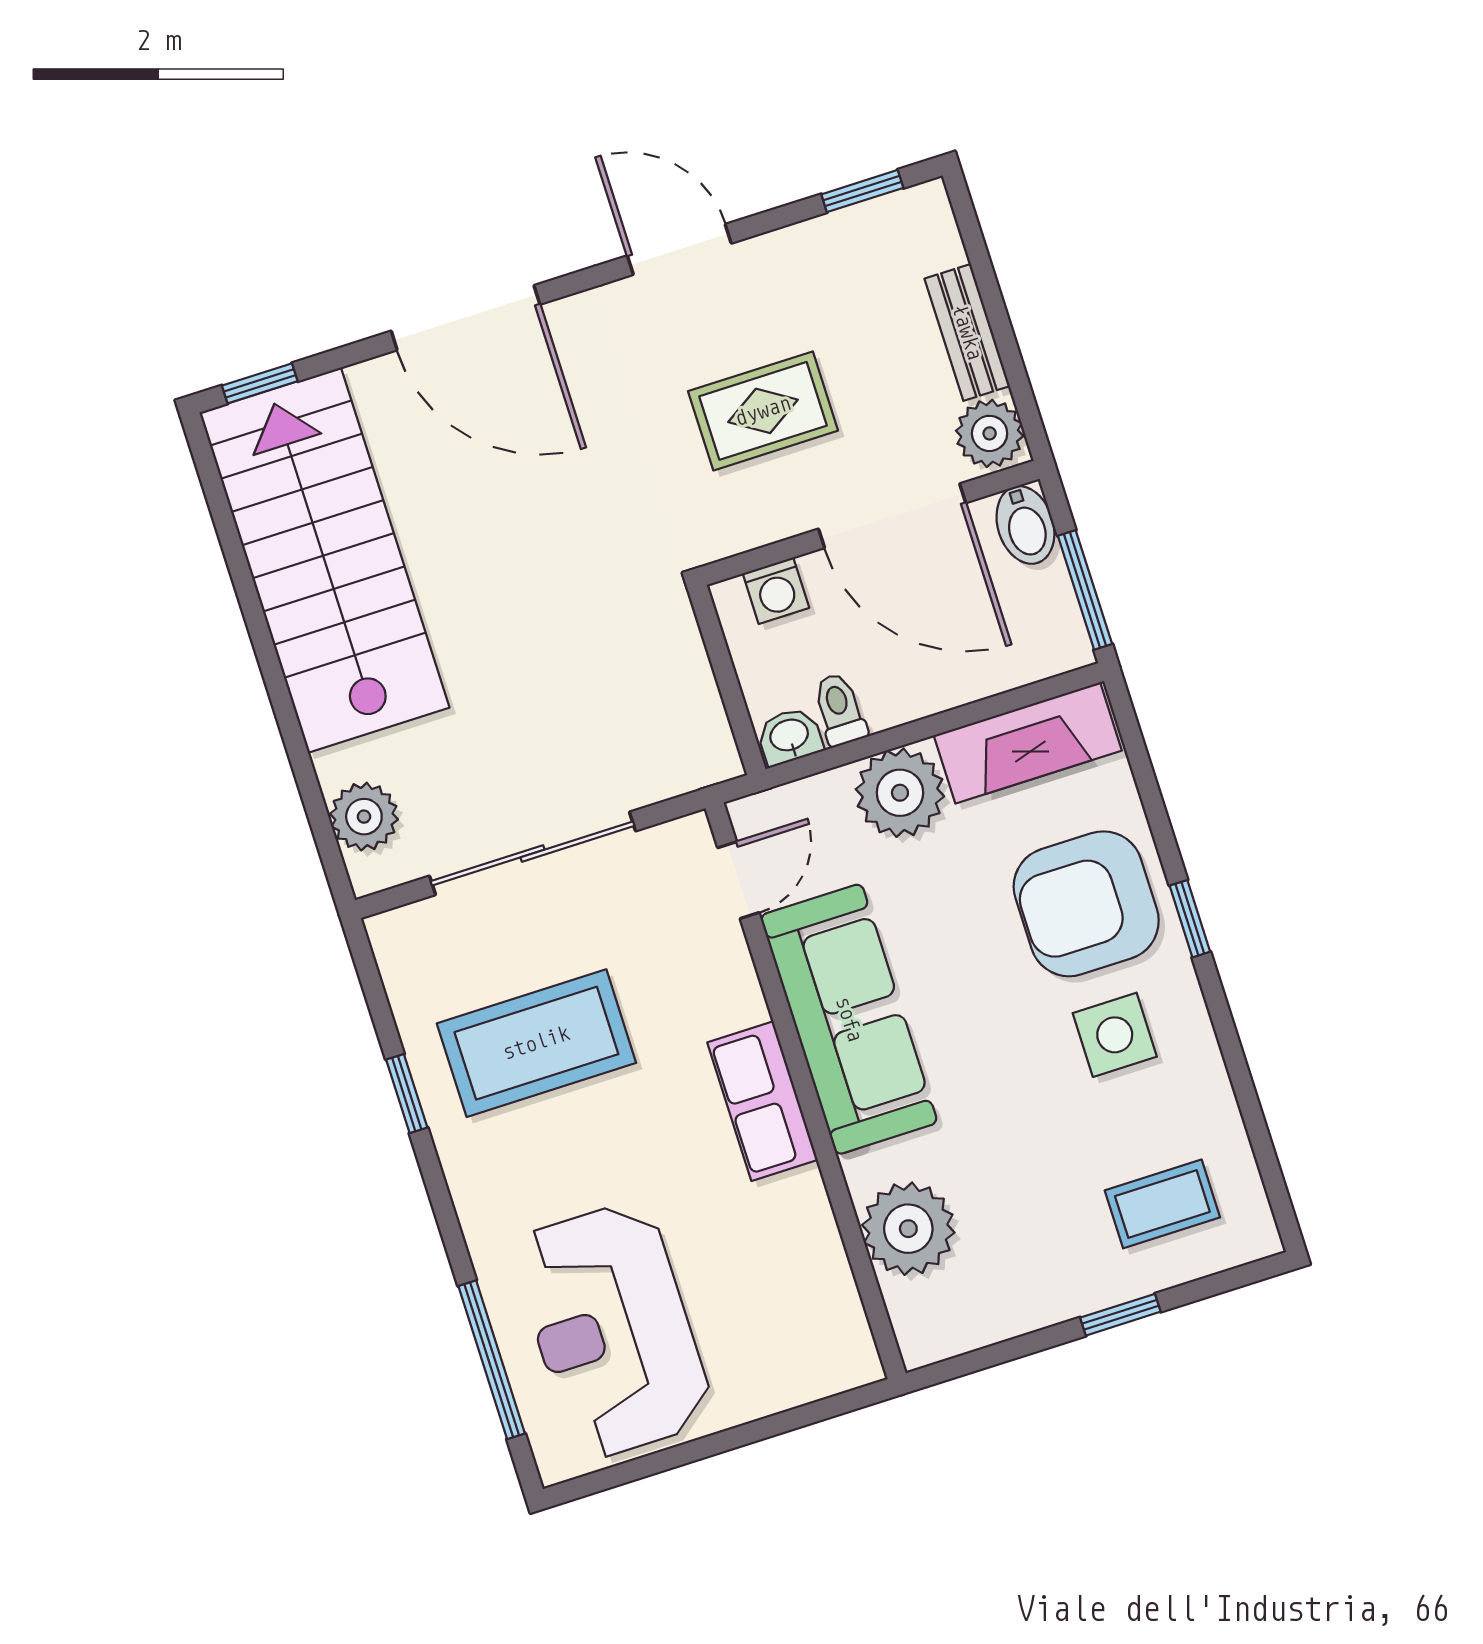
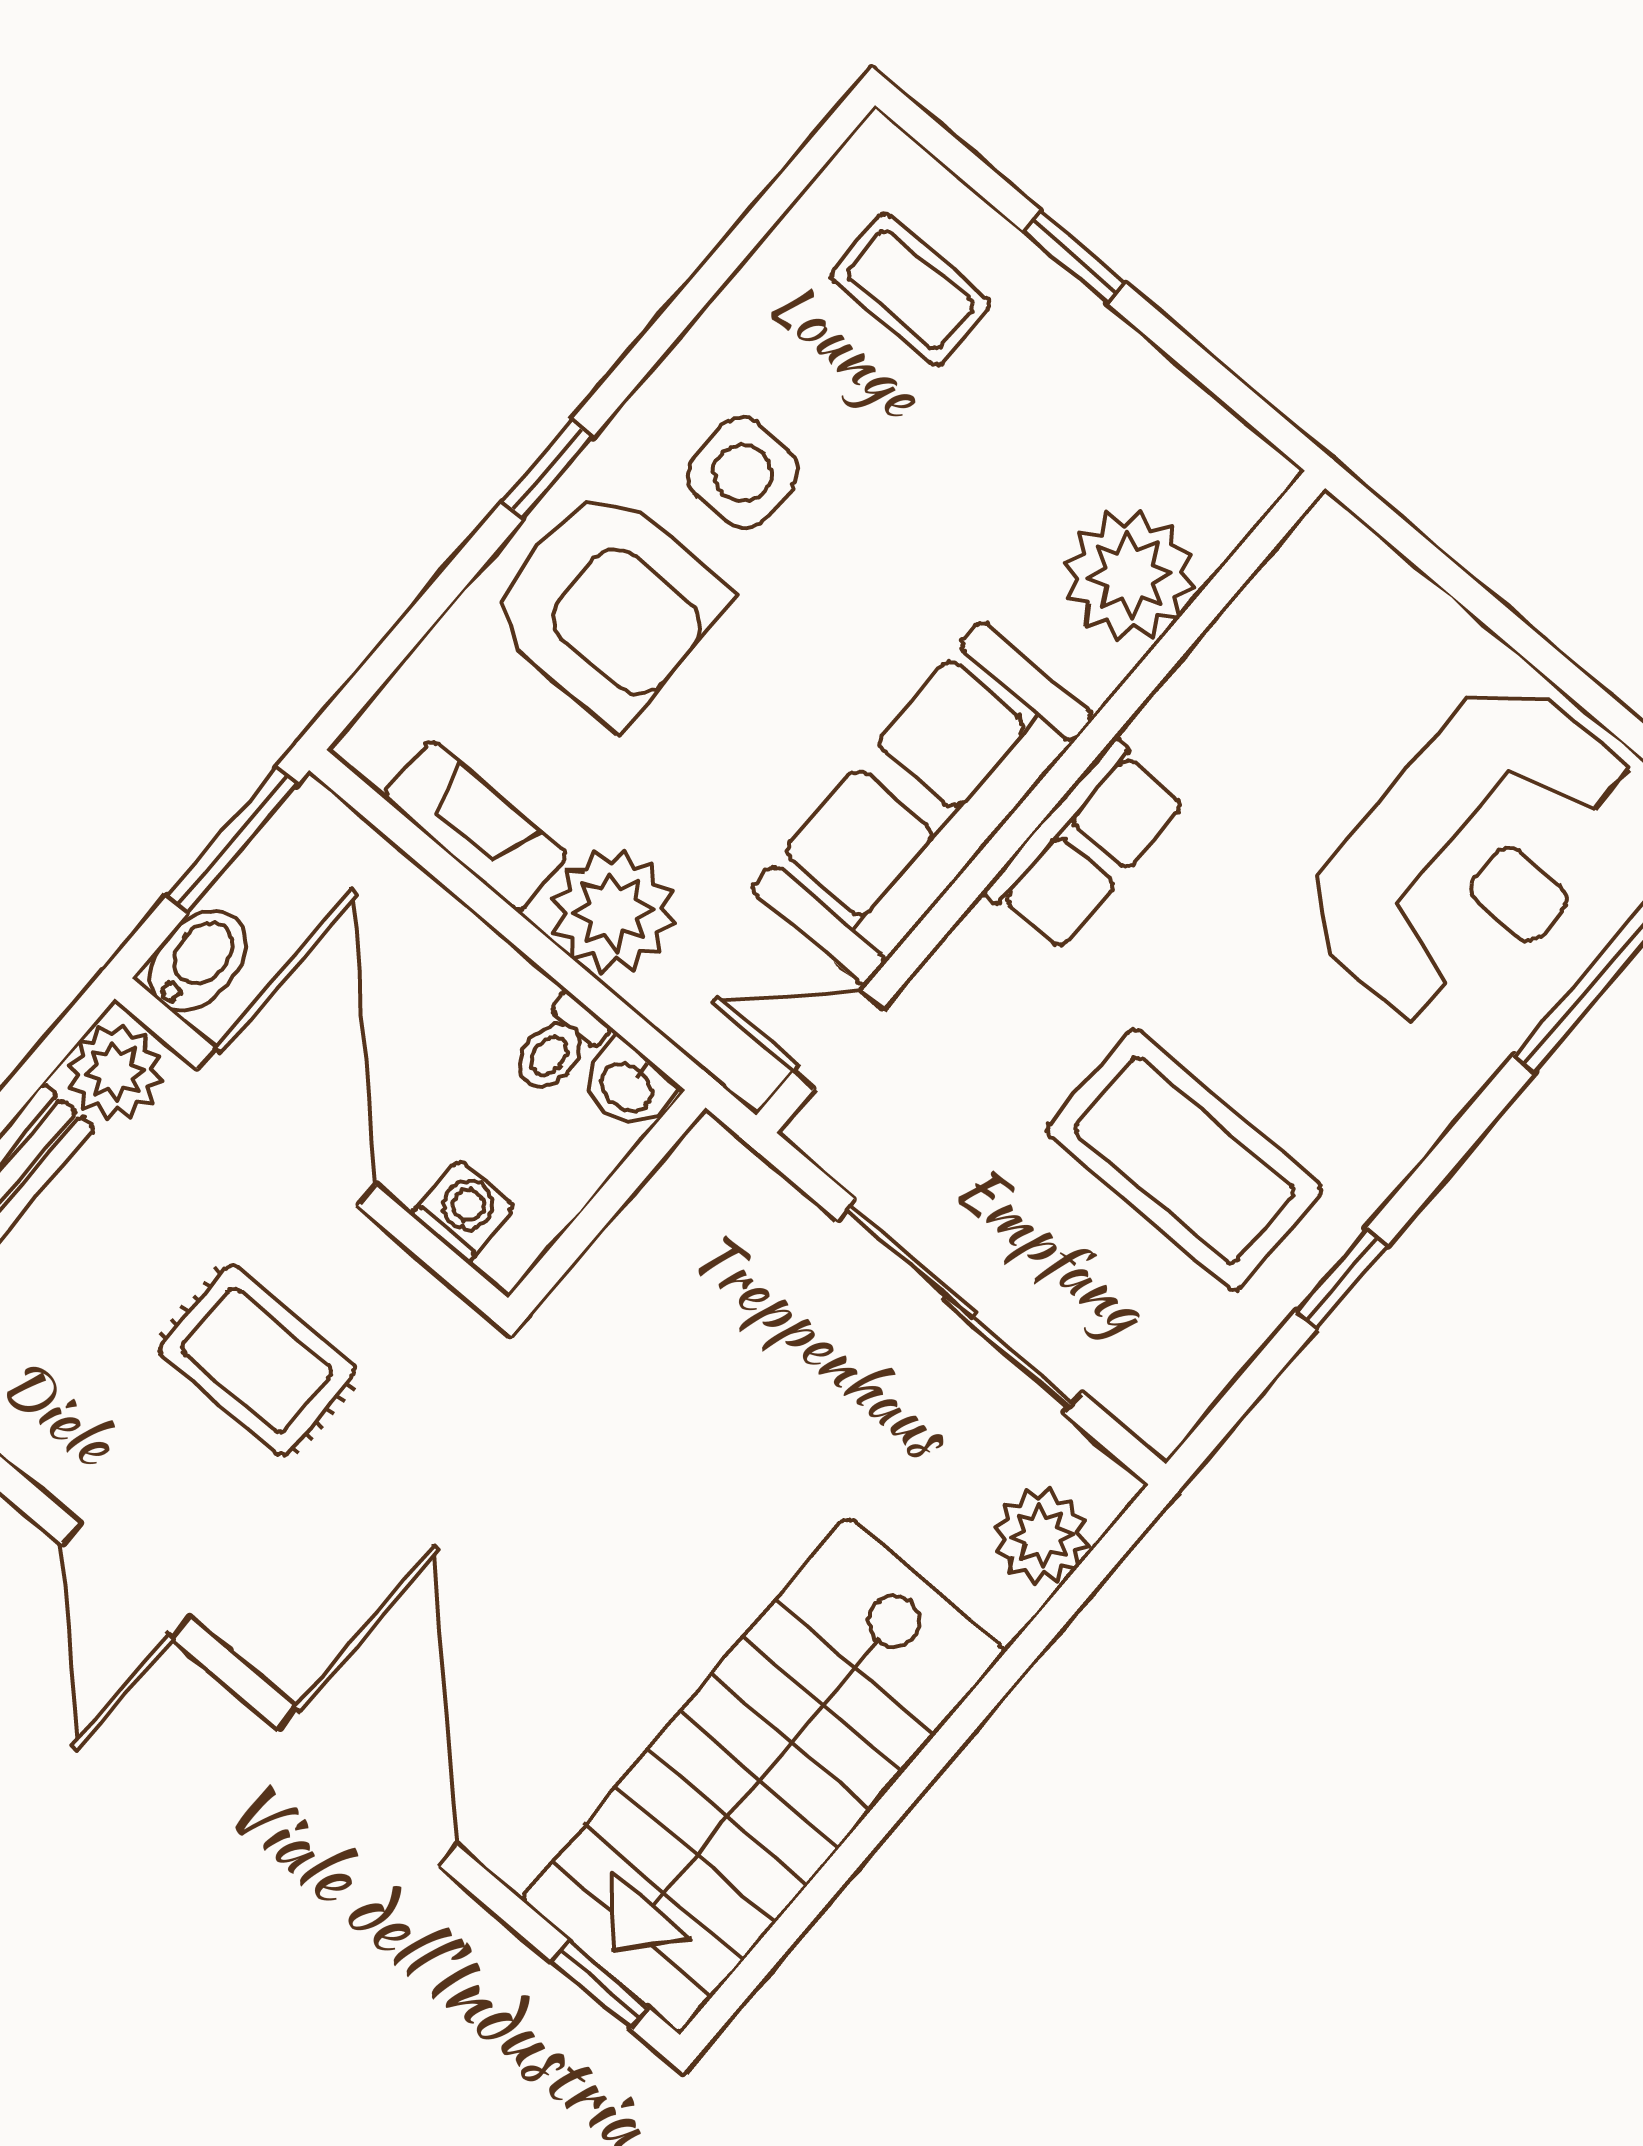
fireplace: (1028, 743) -> (475, 826), width x0.73, depth x0.76

